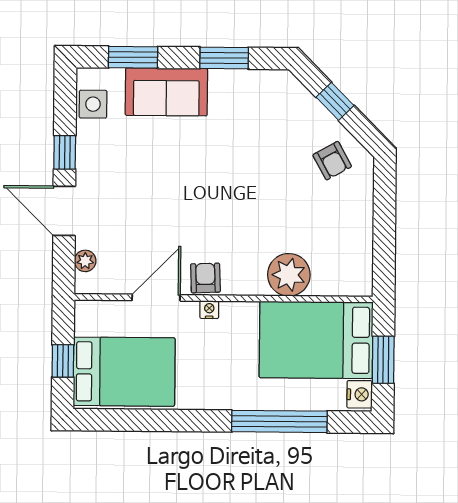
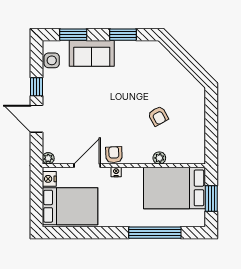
window: (335, 101) -> (184, 58), removed
armchair: (332, 161) -> (158, 116), moved
plant: (85, 261) -> (48, 158), moved
plant: (289, 275) -> (159, 158), width x0.53, depth x0.53
window: (63, 361) -> (36, 201), removed
nightstand: (360, 394) -> (49, 179), moved, turned 180

